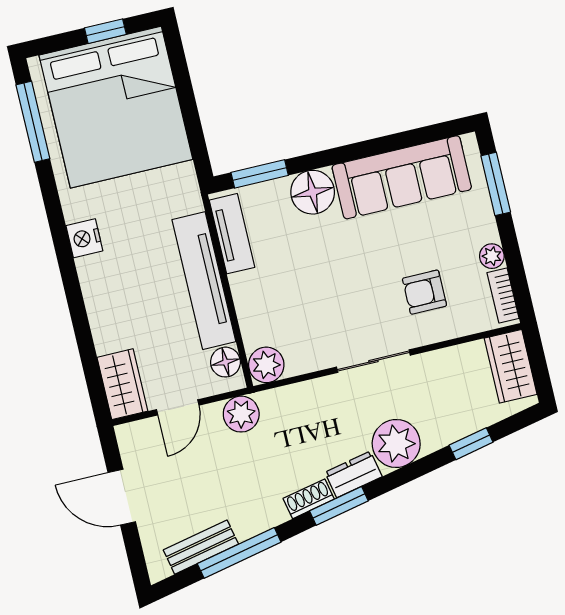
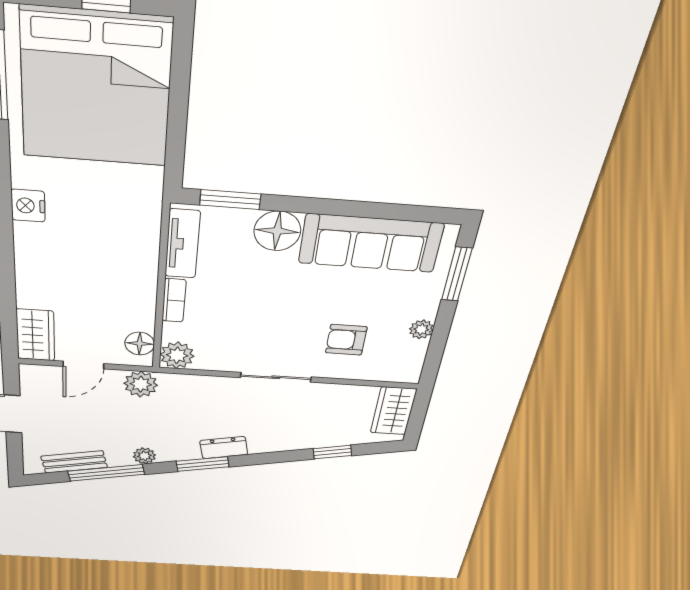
tv unit: (204, 281) -> (141, 275), removed
bookcase: (503, 295) -> (174, 300), moved, turned 180
plant: (396, 443) -> (144, 456), moved, width x0.53, depth x0.53
shoe rack: (309, 499) -> (179, 454), removed

